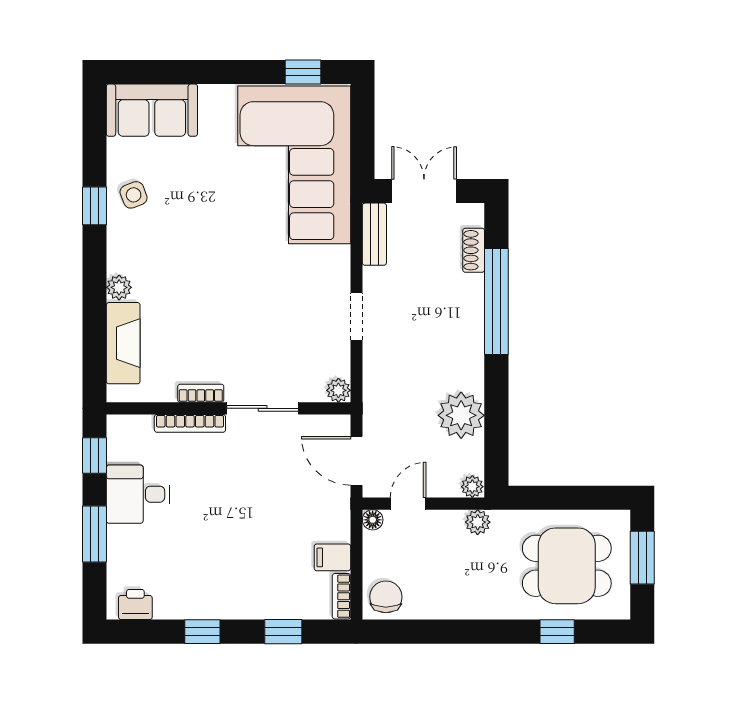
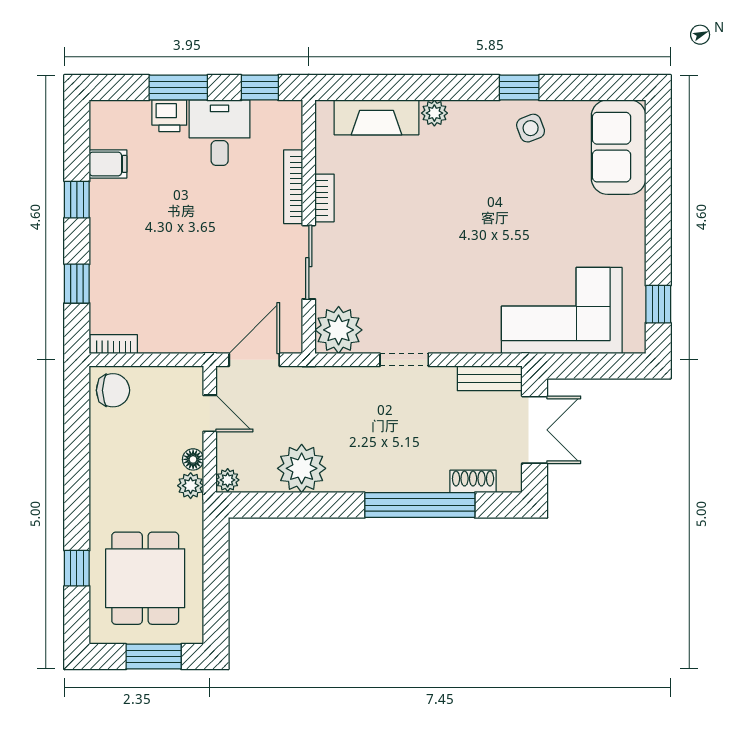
corner sofa: (294, 165) -> (562, 310), width x0.73, depth x0.74
plant: (338, 390) -> (339, 330), width x1.87, depth x1.87
floor lamp: (373, 520) -> (193, 459), moved
filing cabinet: (332, 557) -> (108, 164), moved, turned 90
printer: (135, 604) -> (169, 116), moved, turned 90

